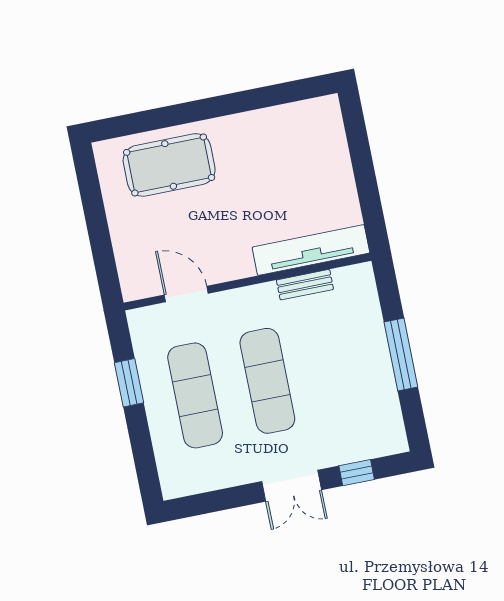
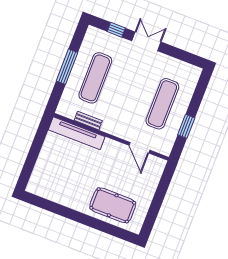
exercise mat: (267, 381) -> (95, 78), moved

